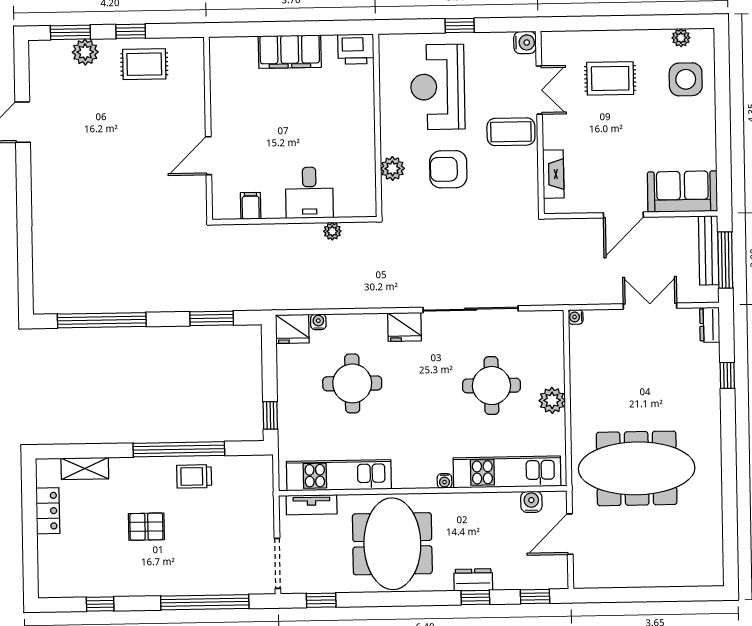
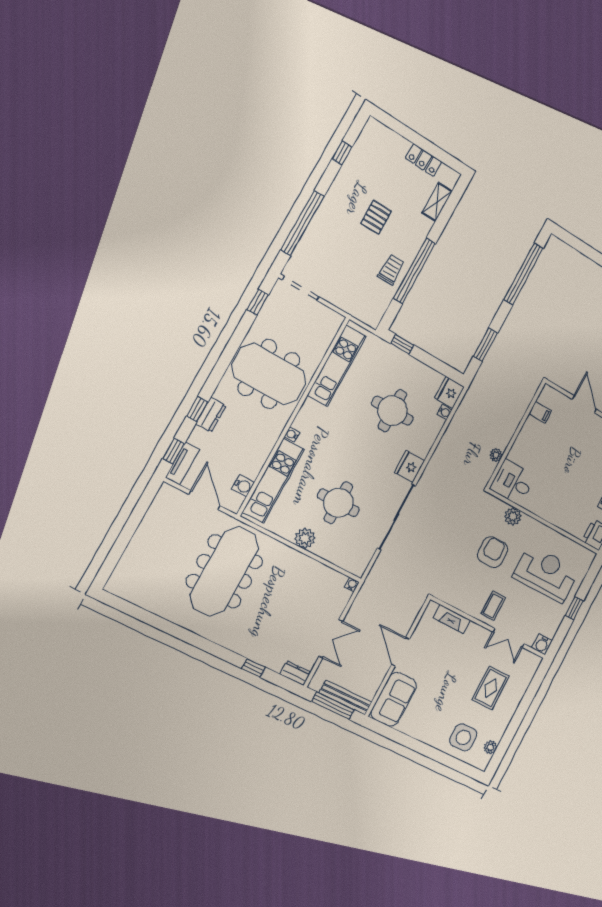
coffee table: (511, 132) -> (493, 606), width x0.73, depth x0.77
desk: (309, 193) -> (513, 482), moved
tv unit: (312, 505) -> (182, 463), moved, turned 180

